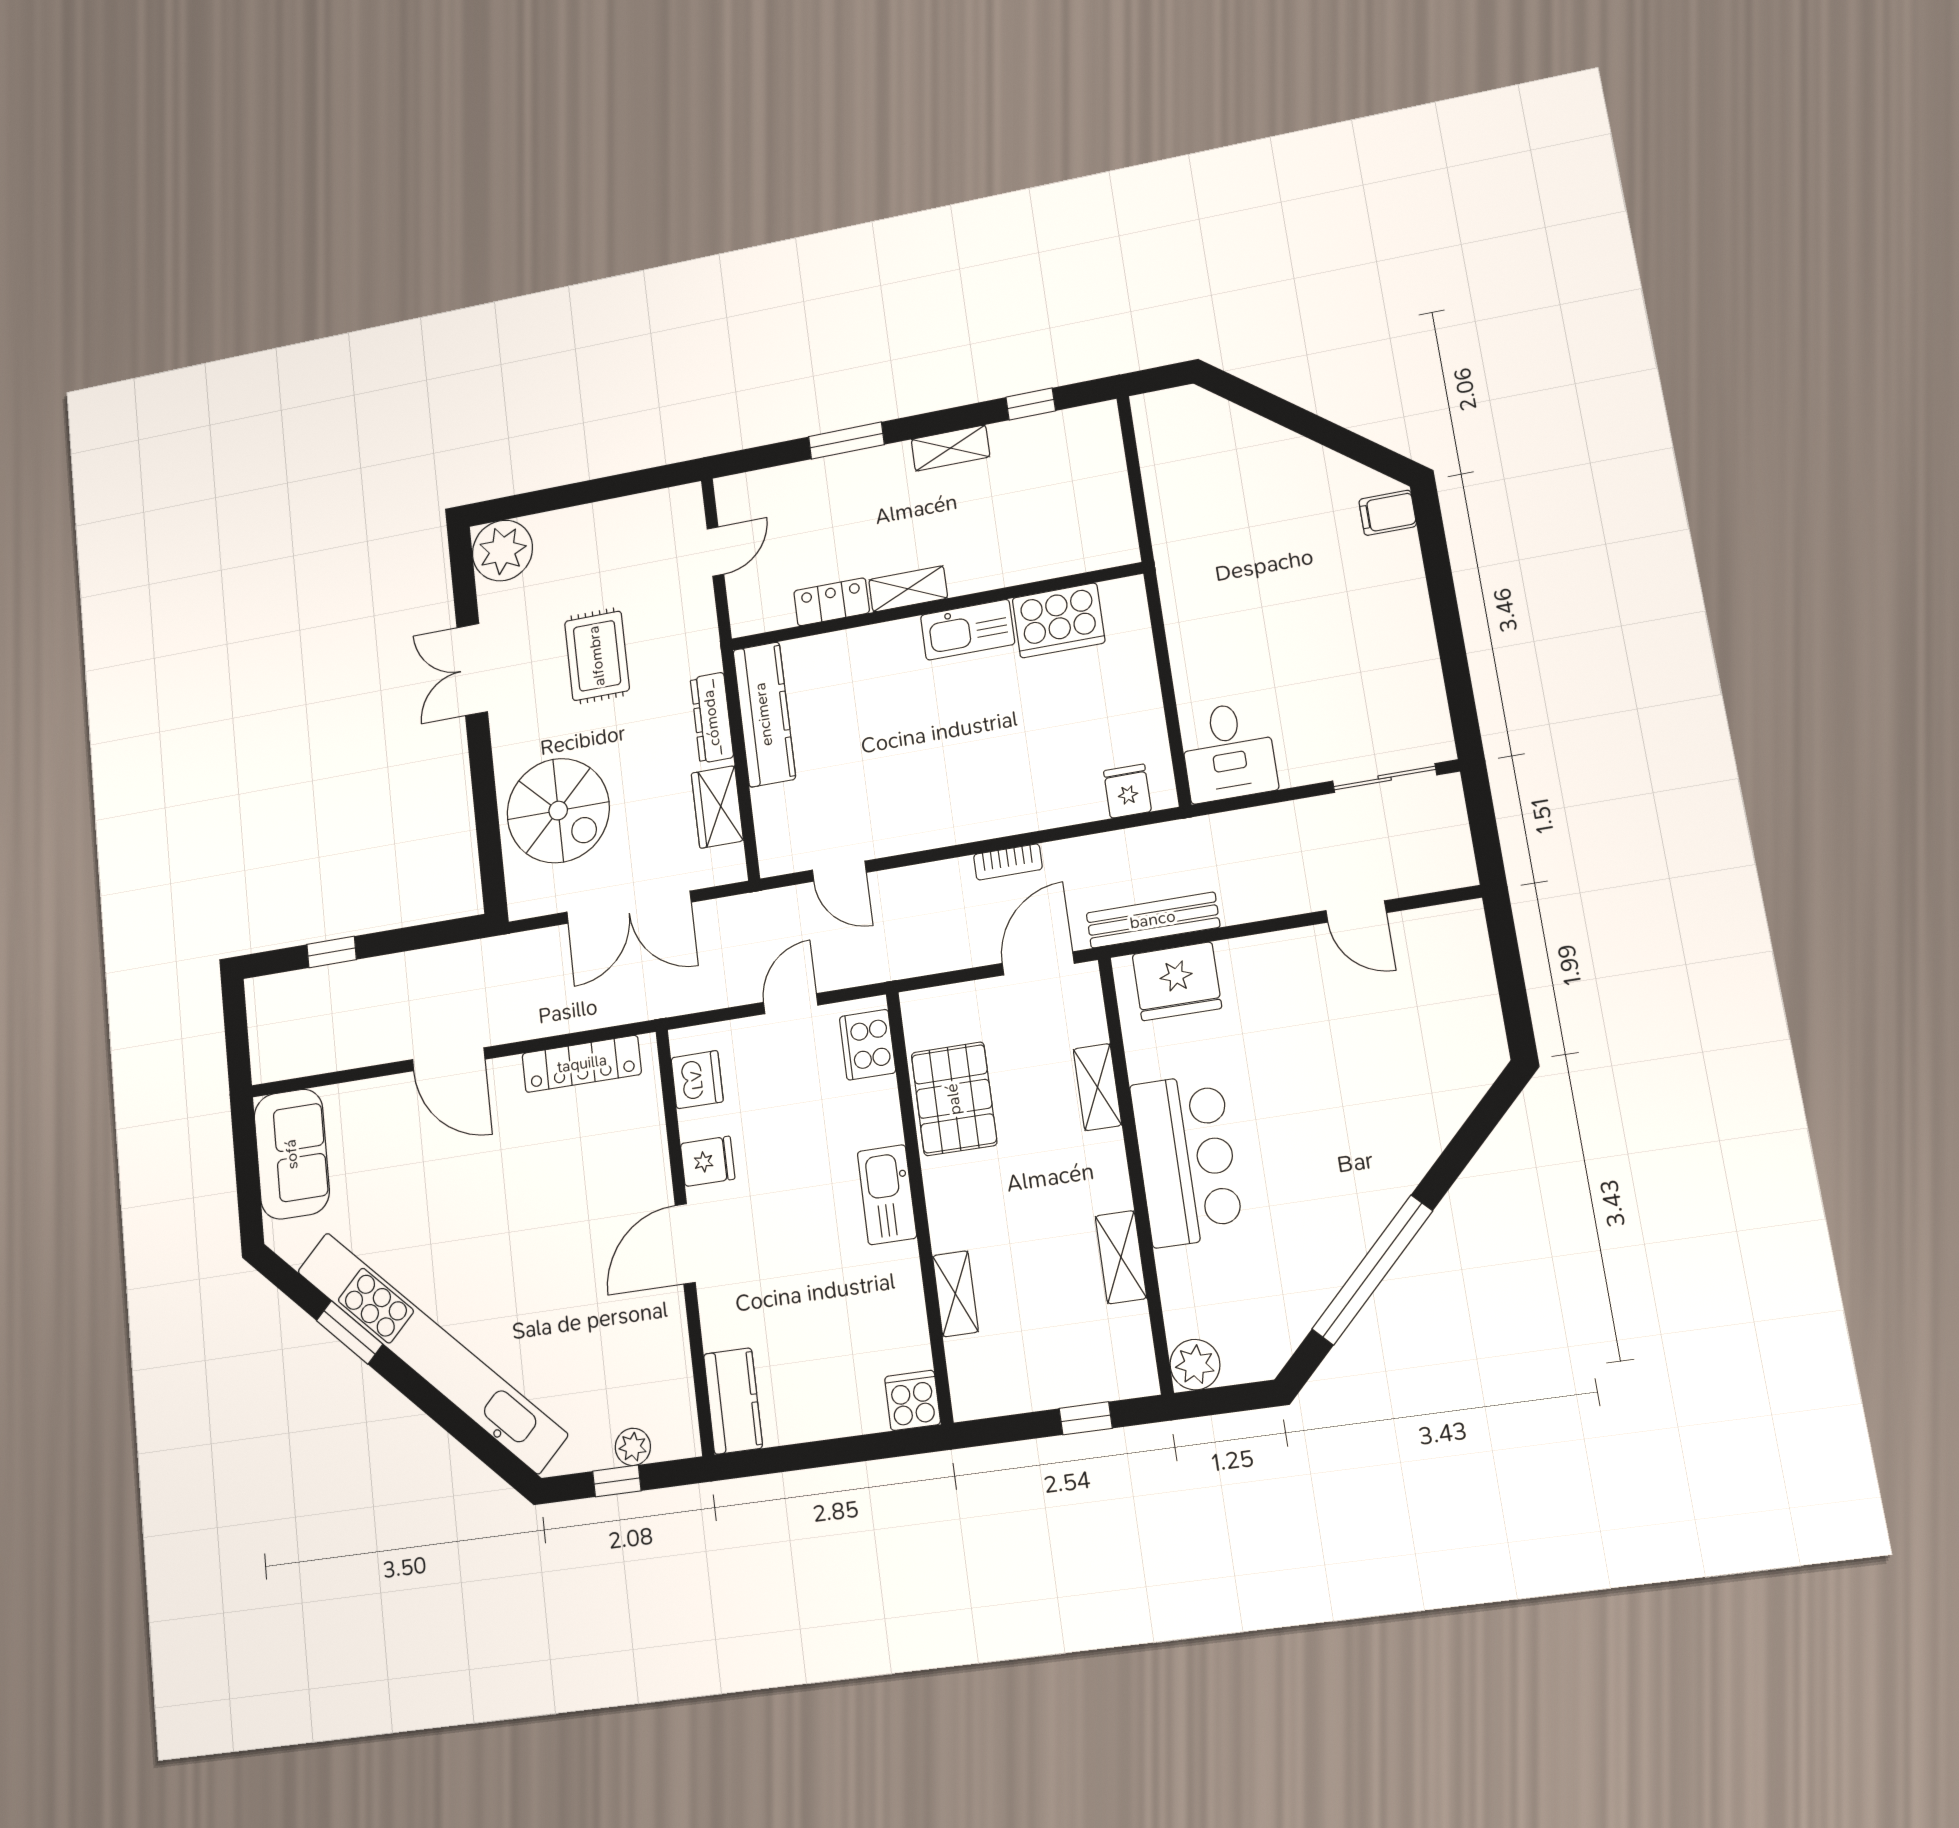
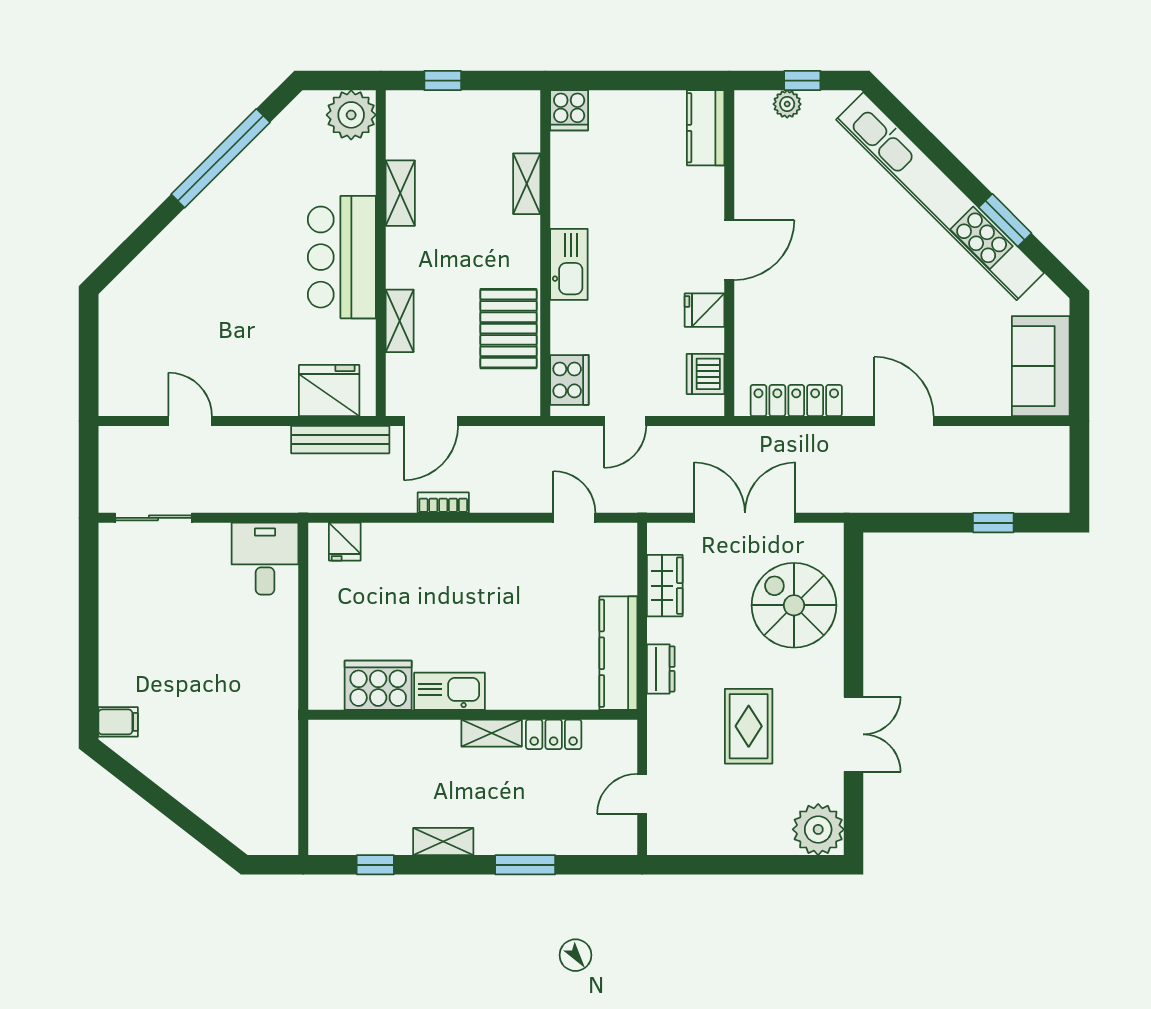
dresser: (712, 718) -> (661, 669), width x0.70
plant: (1195, 1365) -> (351, 115), width x1.36, depth x1.36

